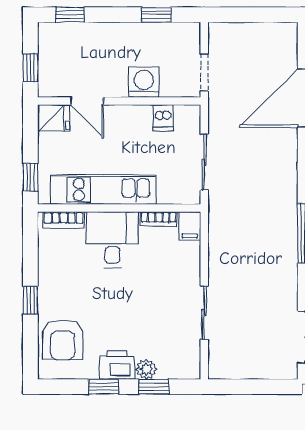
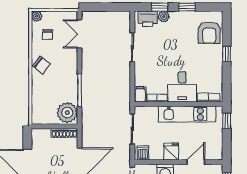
door: (87, 101) -> (196, 162), hinge flipped
fridge: (54, 118) -> (171, 151), moved, turned 90
dishwasher: (163, 118) -> (143, 153), moved
armchair: (63, 340) -> (209, 33), turned 180
printer: (117, 365) -> (148, 19), moved

